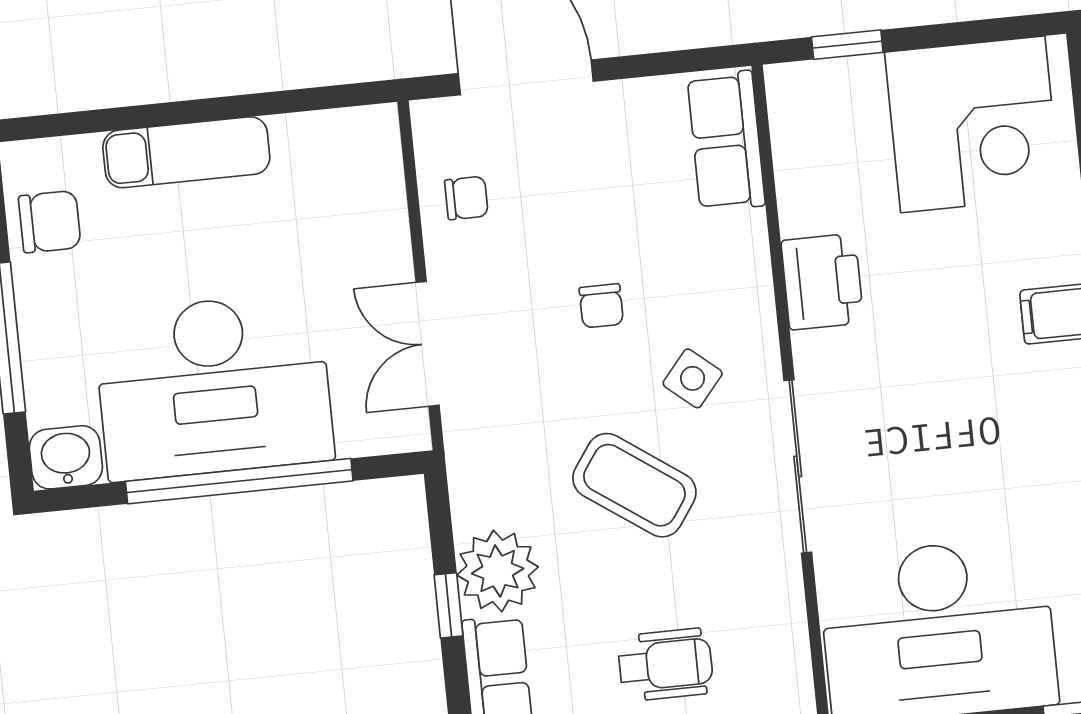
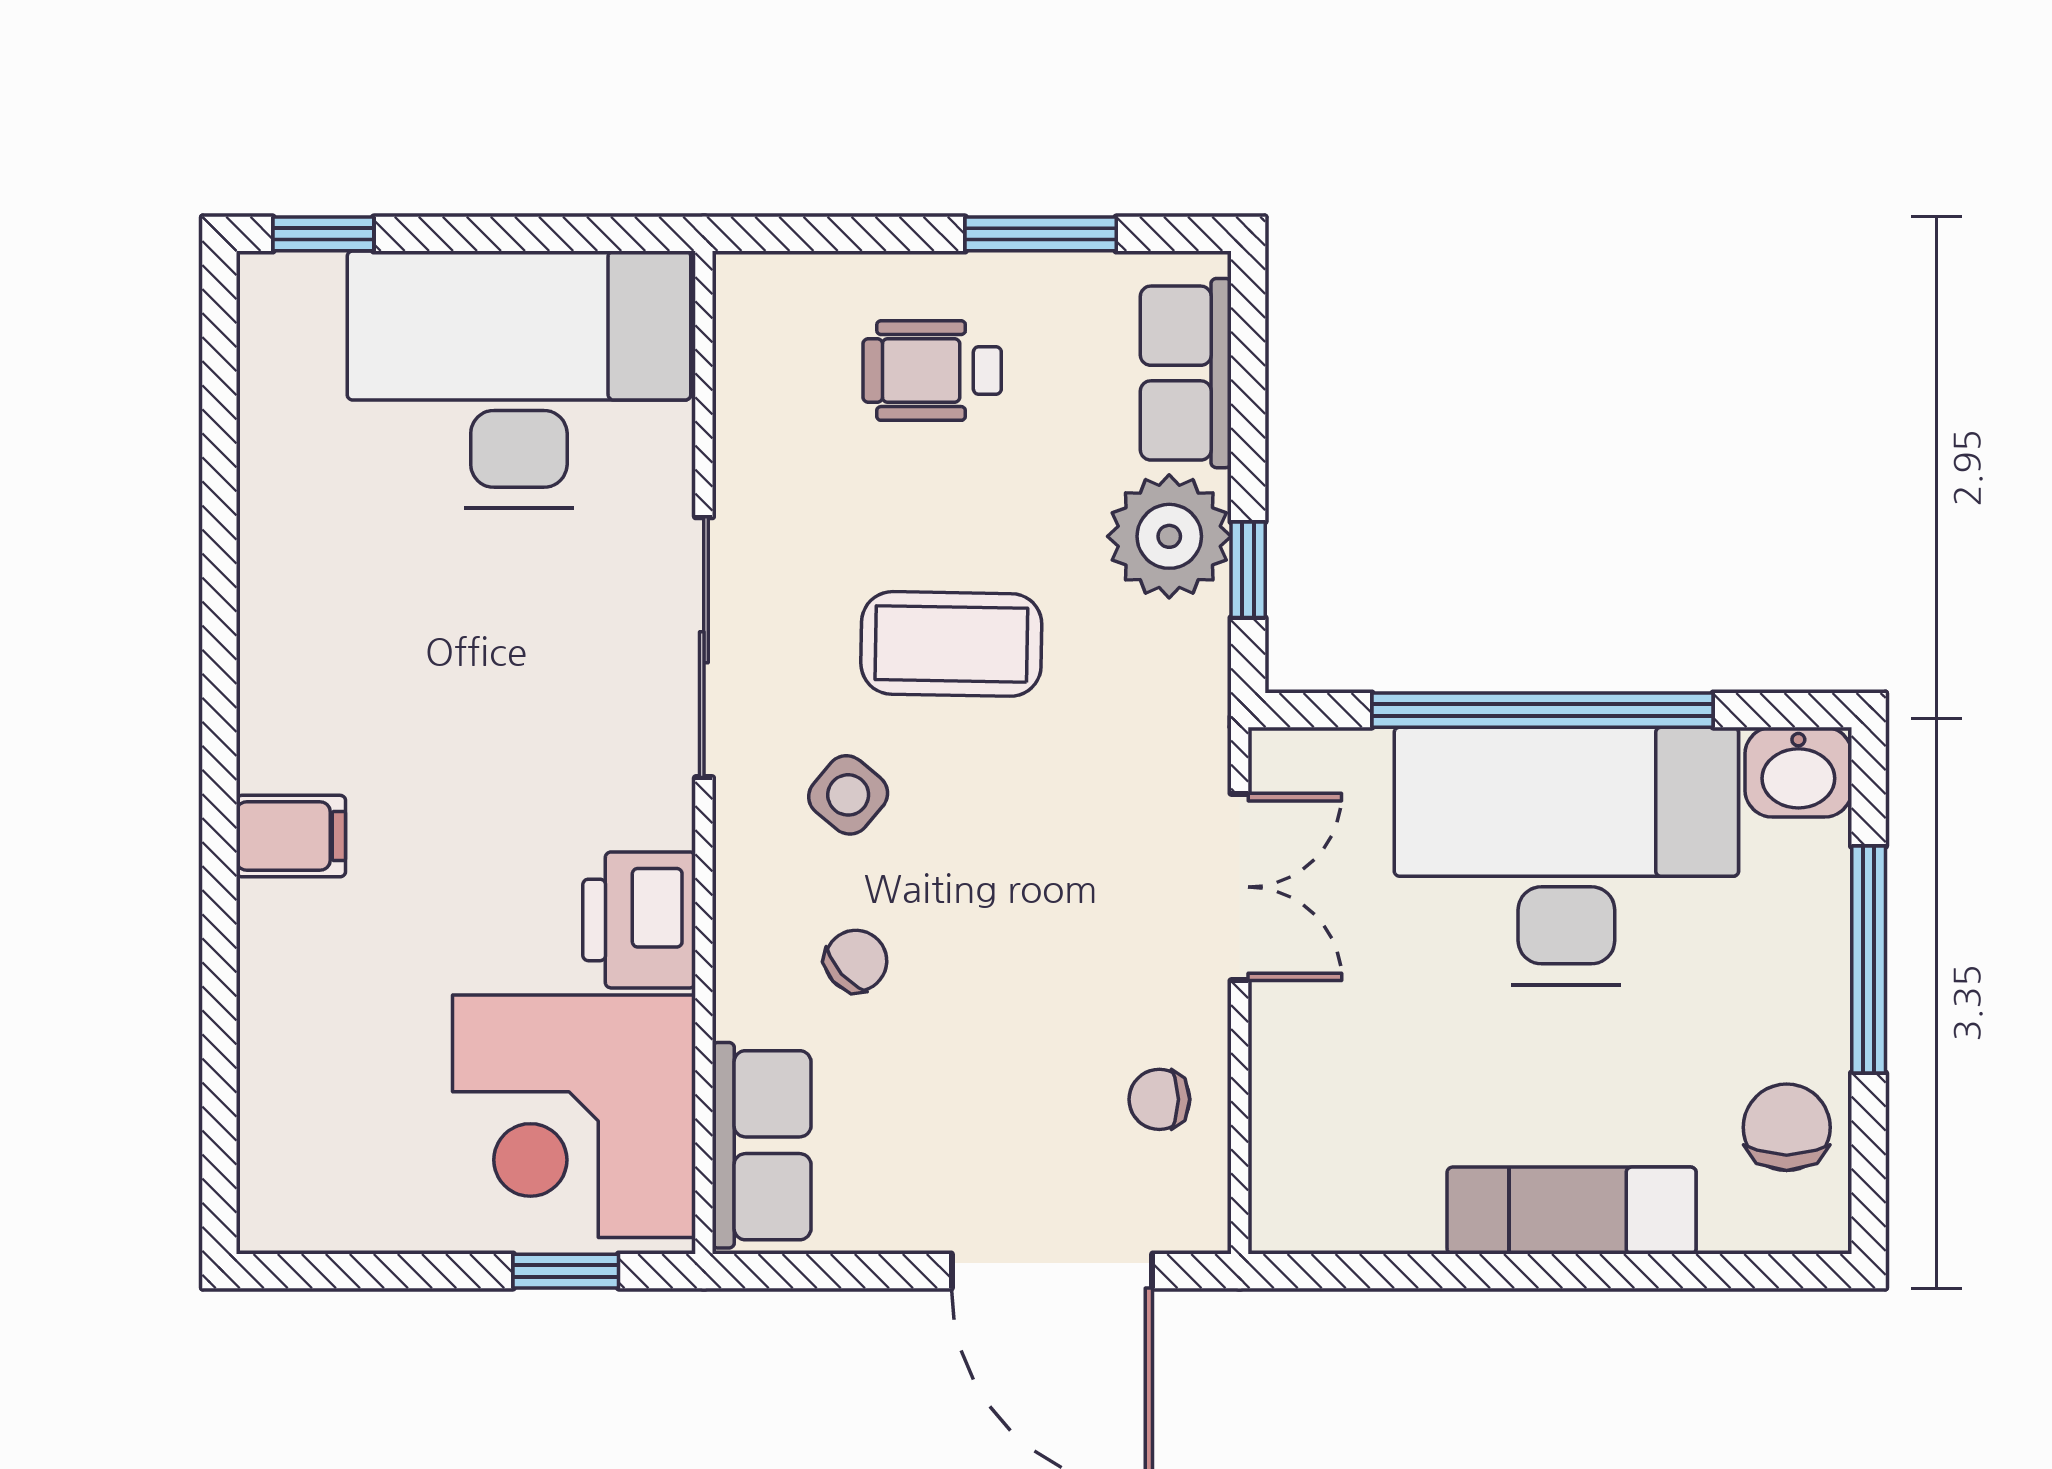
corner desk: (973, 124) -> (574, 1116), moved, turned -90
chair: (50, 222) -> (1787, 1127), turned 90
chair: (601, 306) -> (856, 961), moved, turned 48
coffee table: (634, 485) -> (951, 644), turned -34
window: (448, 605) -> (1248, 570), moved

